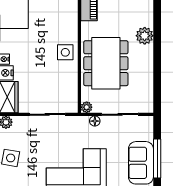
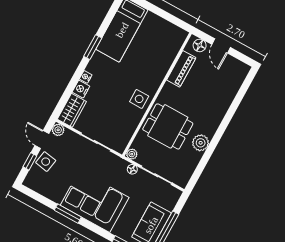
plant: (145, 36) -> (201, 143), moved
dining table: (106, 63) -> (168, 126), width x0.73

